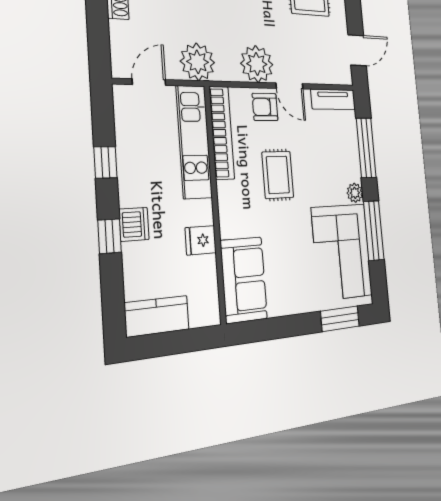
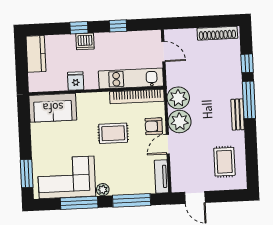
plant: (198, 62) -> (178, 98), moved
armchair: (265, 107) -> (154, 126), turned -90

